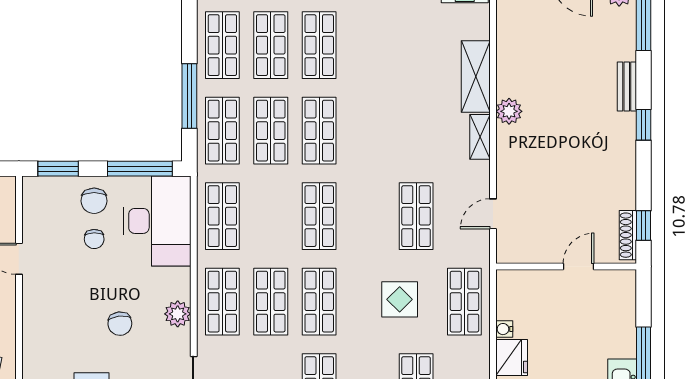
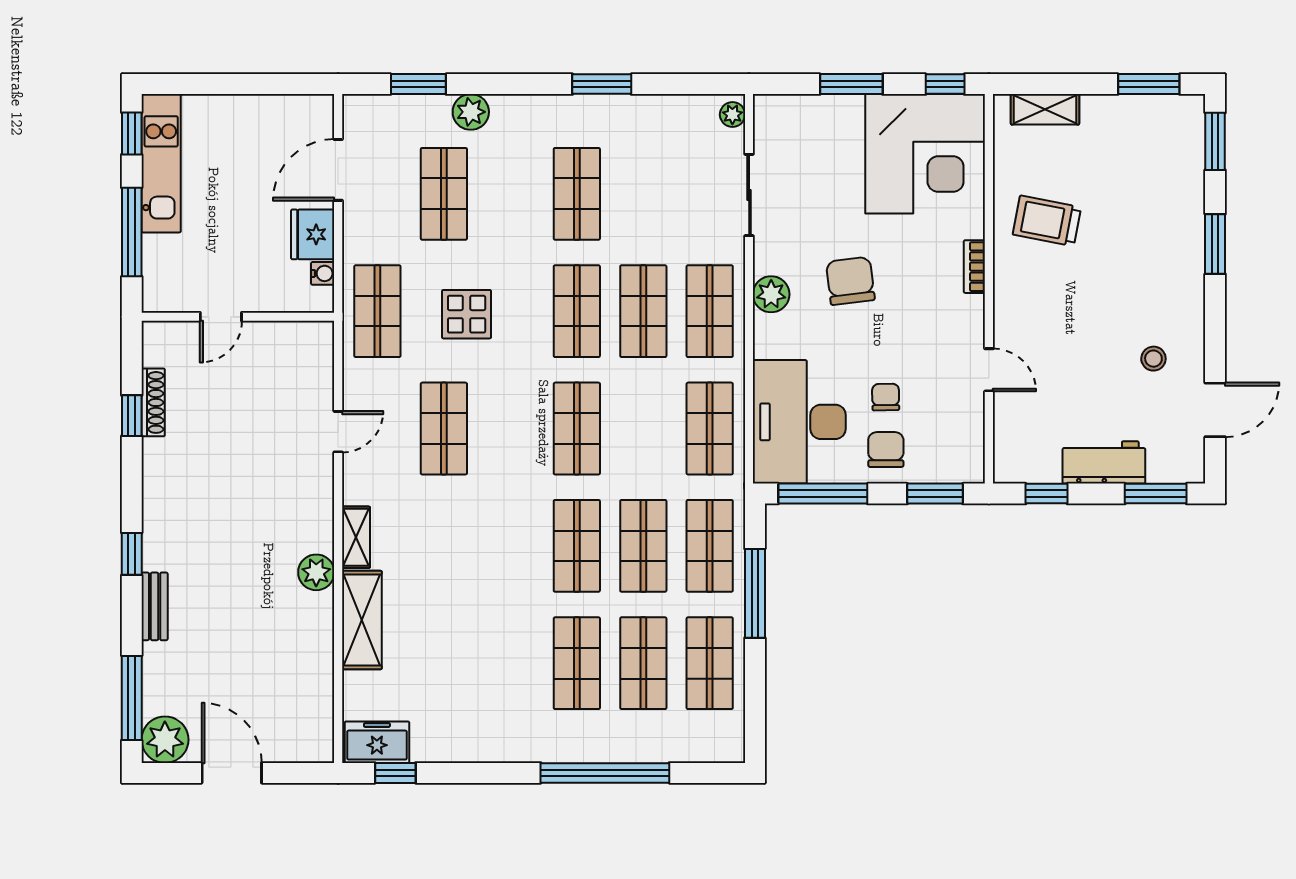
wall: (566, 266) -> (238, 317), moved
door: (579, 266) -> (221, 317), moved
chair: (120, 324) -> (850, 281), width x1.37, depth x1.37
bookcase: (29, 334) -> (974, 267), added

